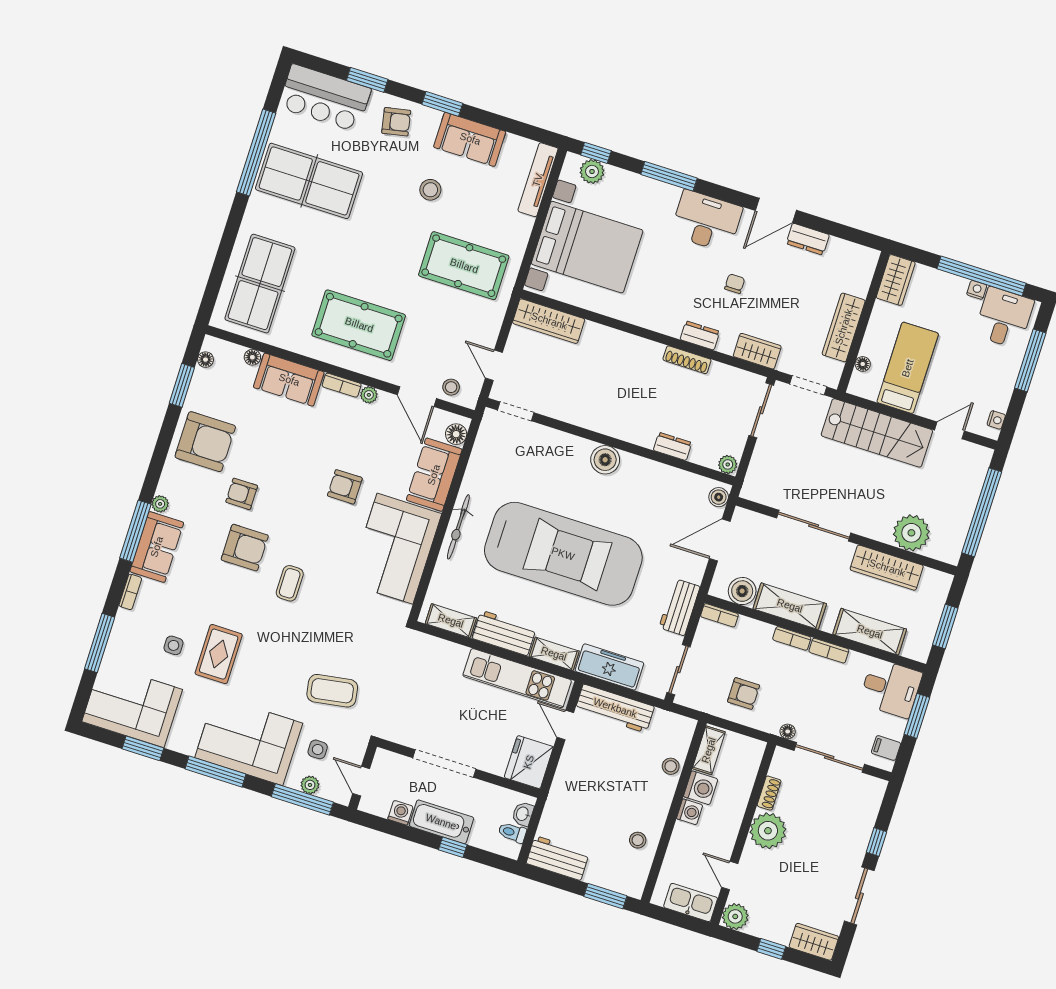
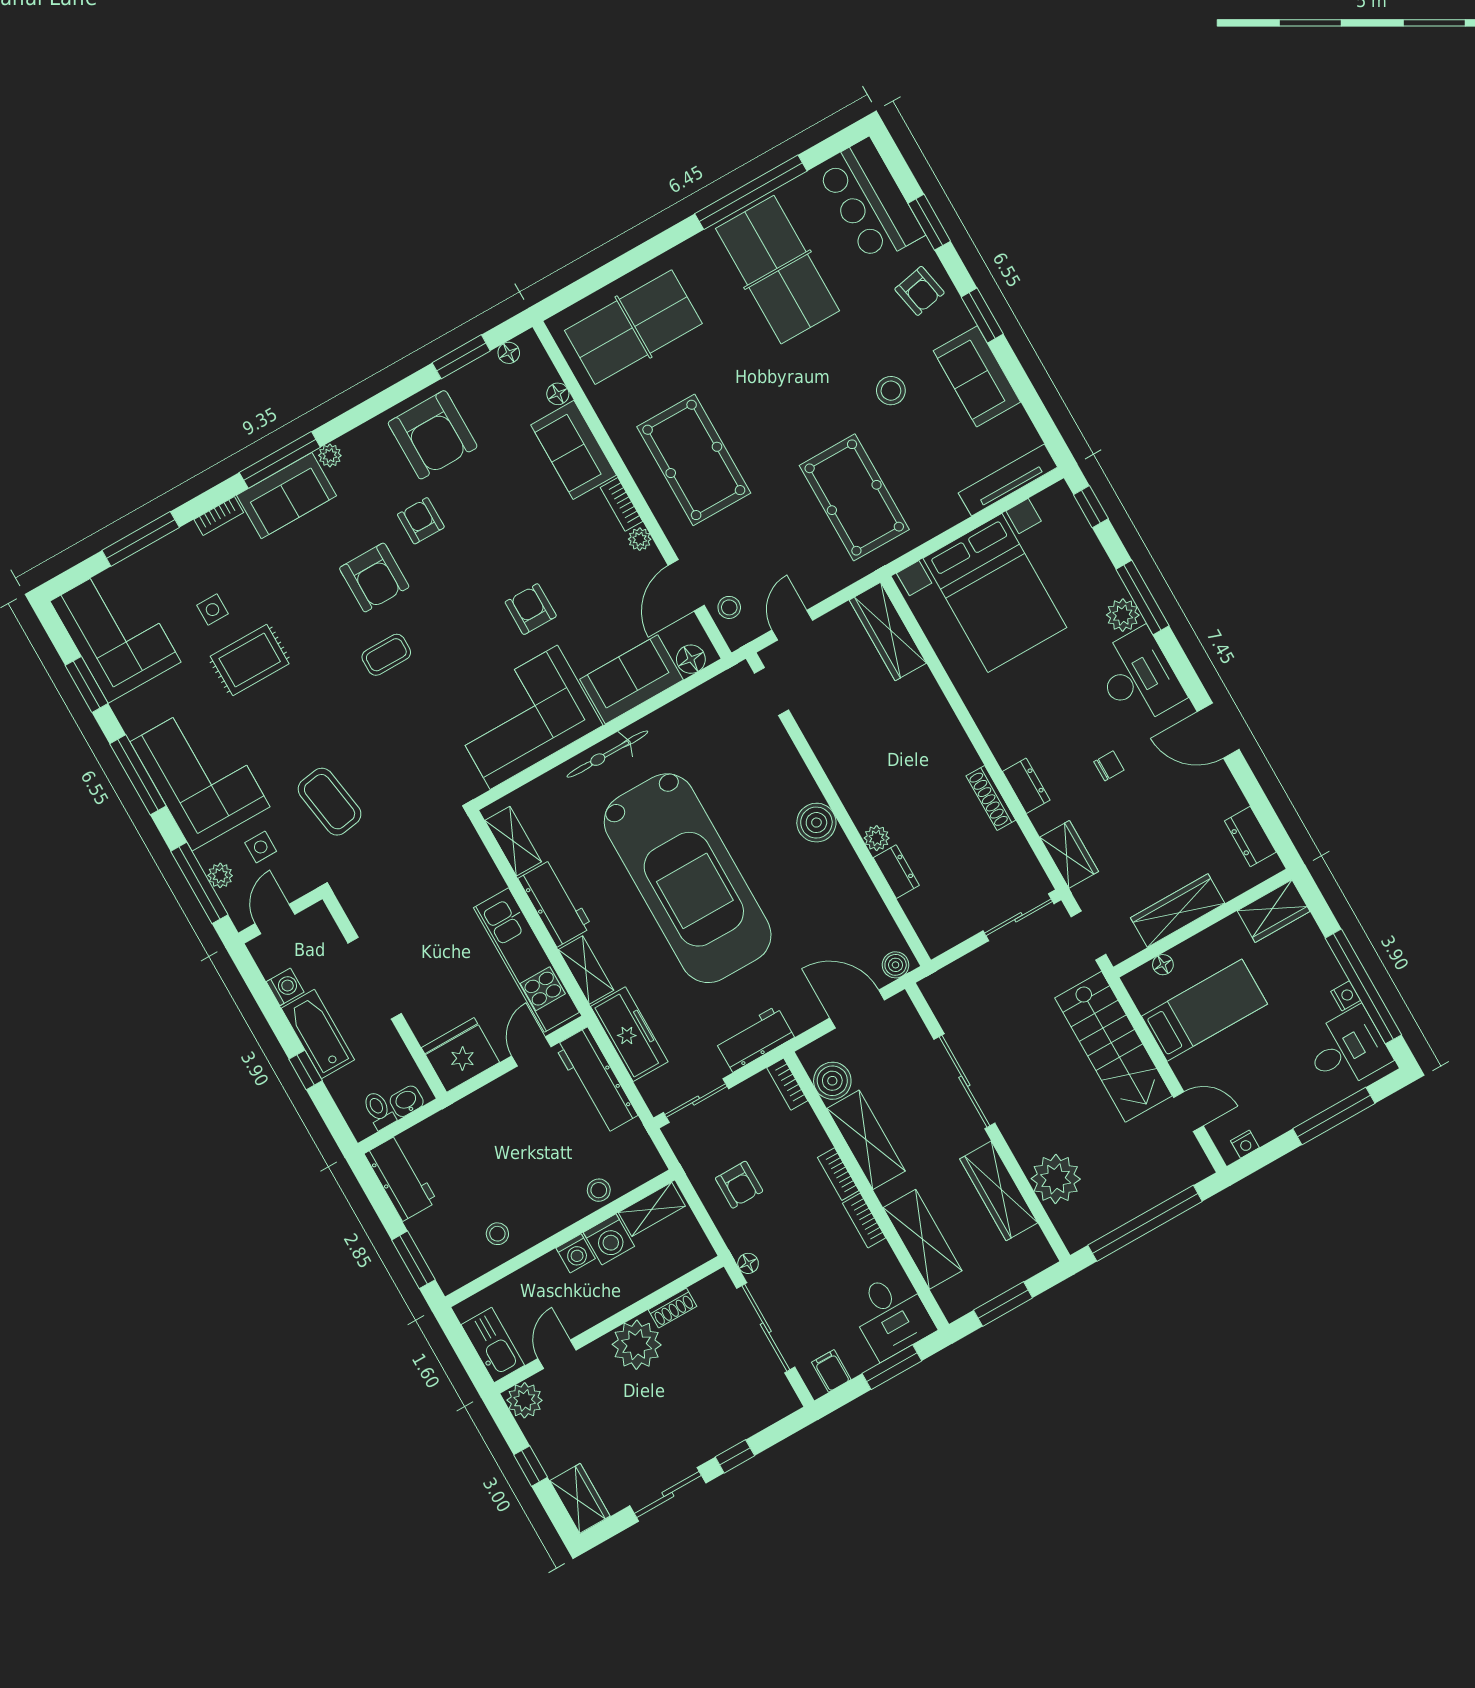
plant: (592, 172) -> (1123, 615), moved
dresser: (808, 239) -> (1250, 836), moved
plant: (728, 464) -> (877, 838), moved

